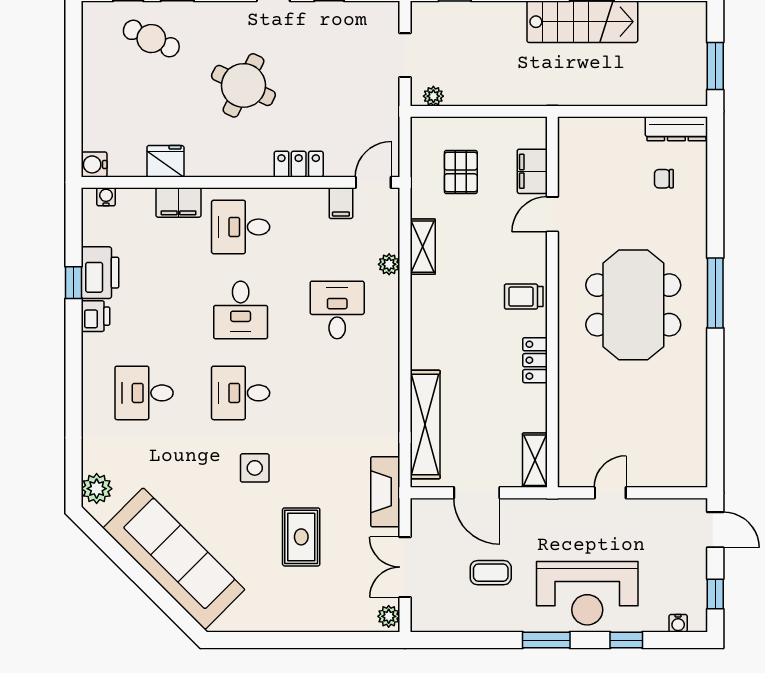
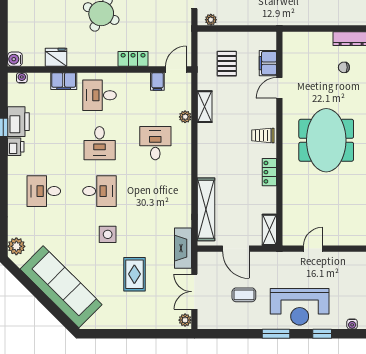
desk: (241, 393) -> (100, 191), turned 180

